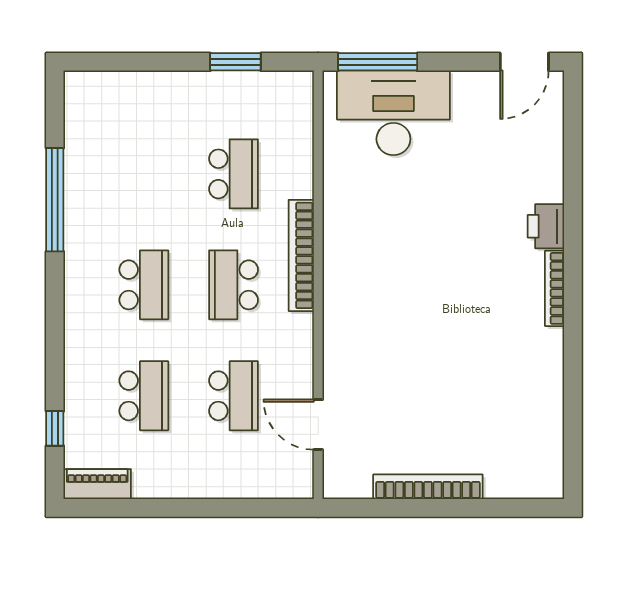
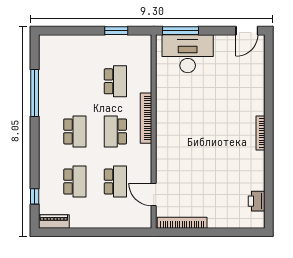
printer: (546, 226) -> (257, 201), moved
bookcase: (428, 487) -> (182, 223), moved

